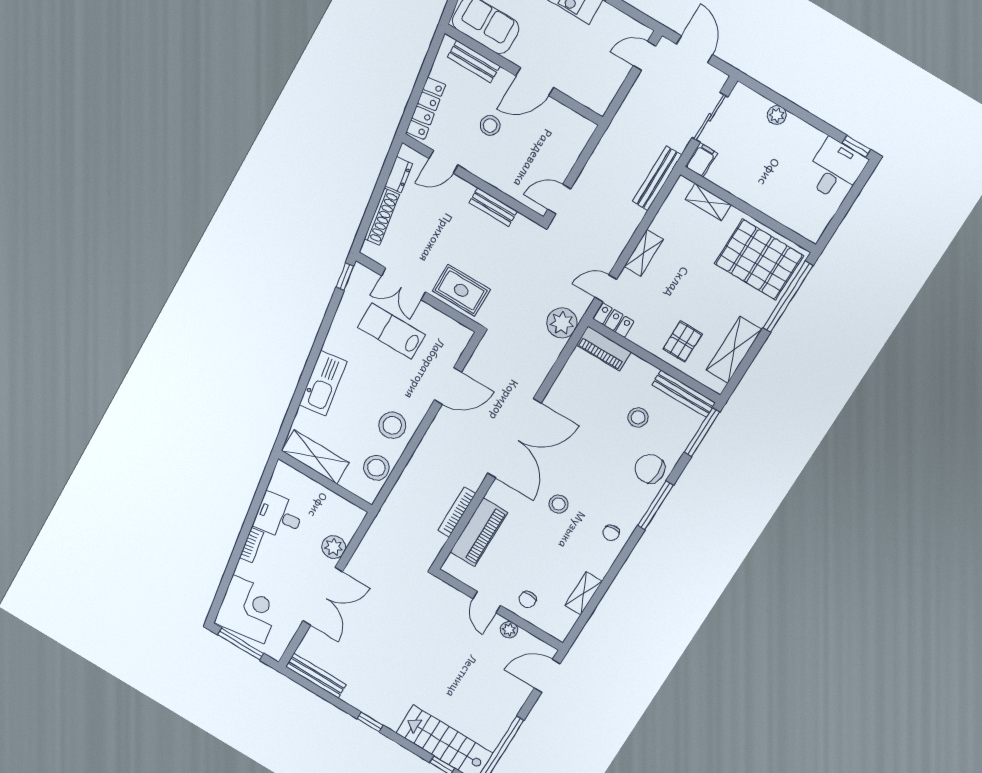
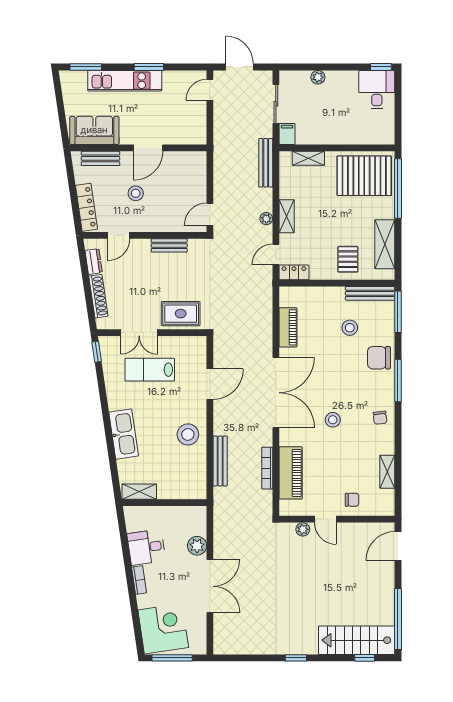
plant: (562, 323) -> (266, 219), moved, width x0.53, depth x0.53
piano: (604, 349) -> (288, 327), moved, turned -90
shelving: (315, 457) -> (139, 492), width x0.67, depth x0.75
stool: (376, 468) -> (194, 471), removed
chair: (528, 599) -> (352, 500), turned -90
plant: (509, 630) -> (303, 529), moved
bench: (316, 675) -> (220, 461), moved, turned 90

